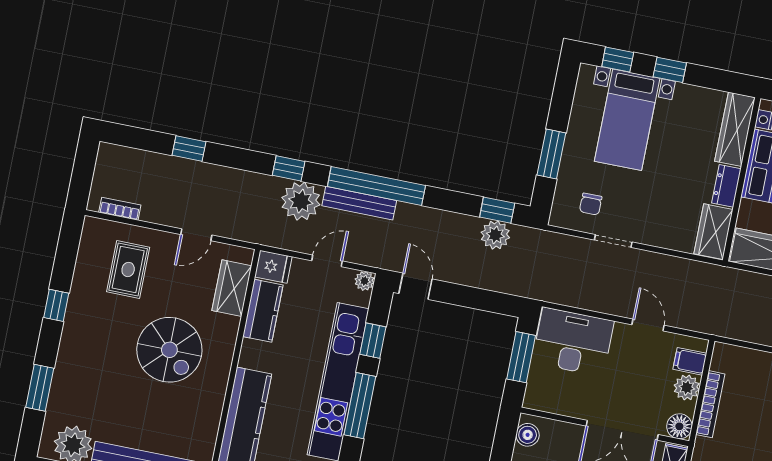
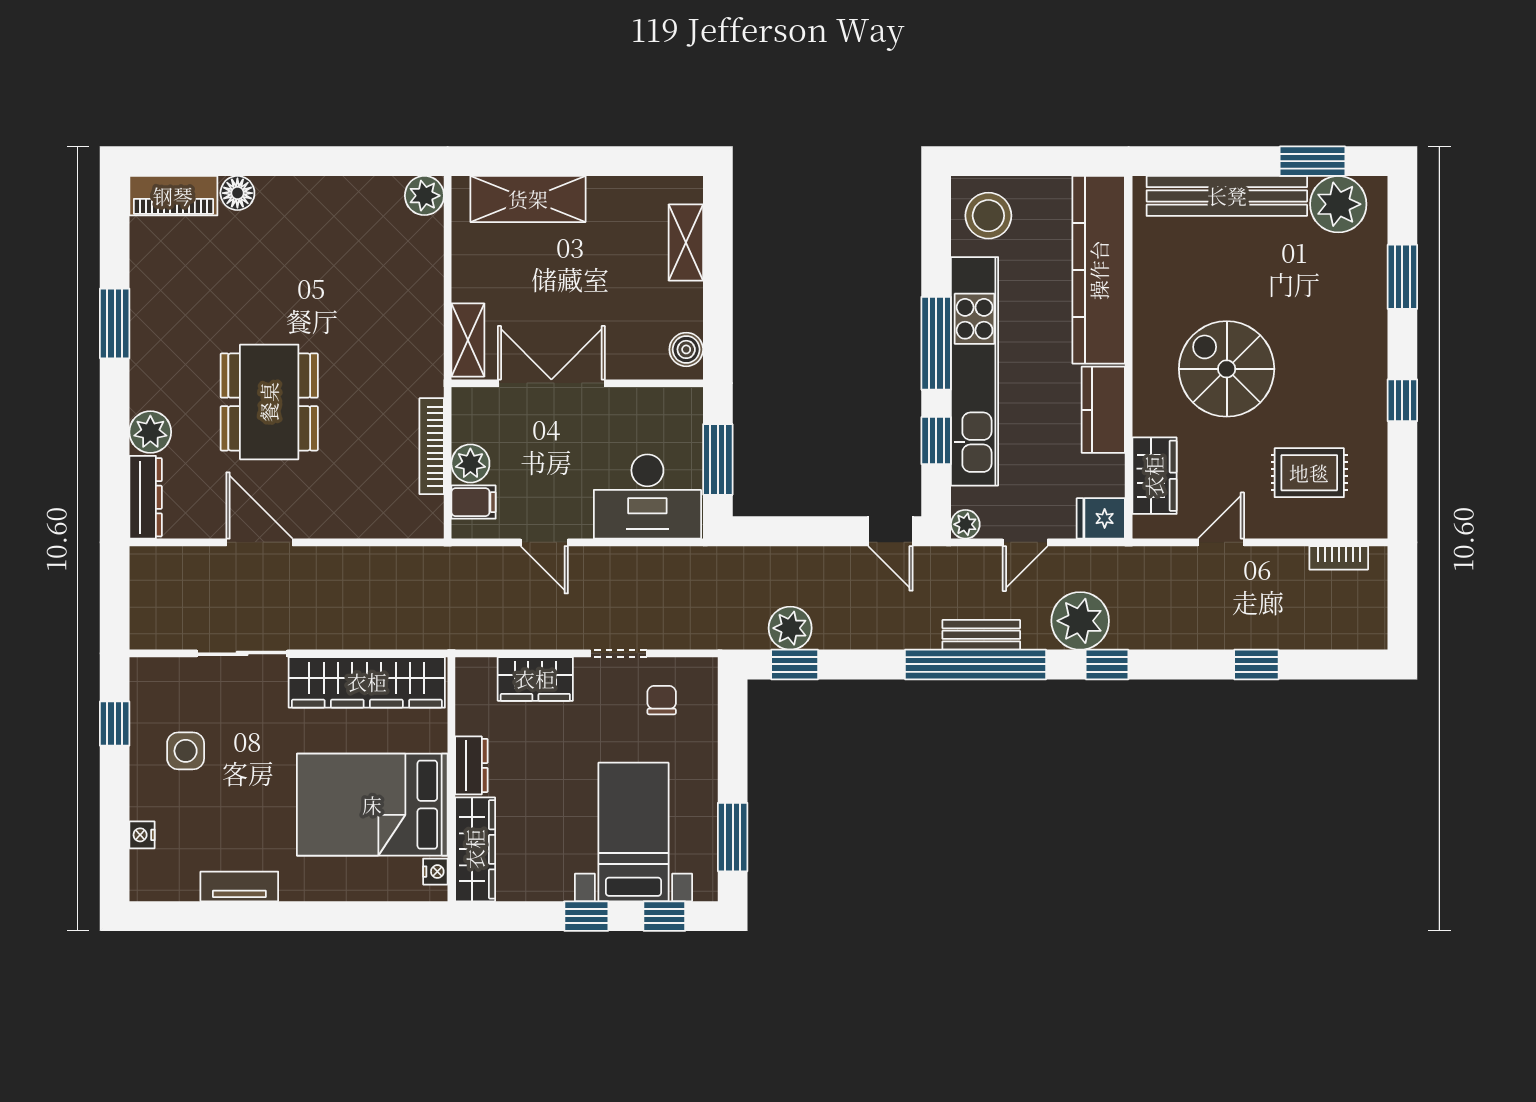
window: (551, 154) -> (733, 837), moved
bench: (359, 203) -> (981, 635), width x0.73
wardrobe: (713, 232) -> (535, 679), moved, turned 90
rug: (128, 269) -> (1309, 473), turned 90
kitchen counter: (263, 311) -> (1103, 410), moved
floor lamp: (679, 426) -> (470, 405), removed

